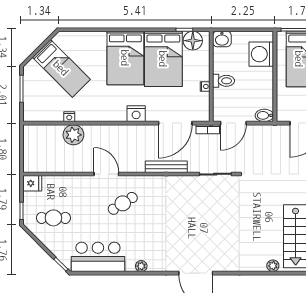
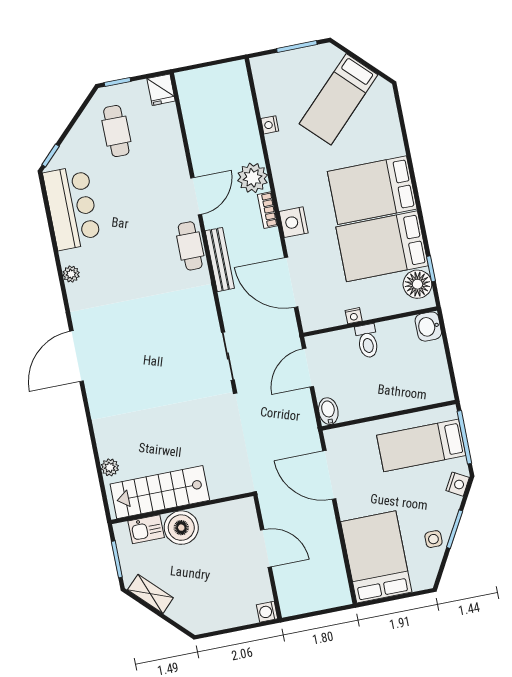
washing machine: (261, 54) -> (417, 389), removed
door: (233, 123) -> (308, 368), hinge flipped
bookcase: (208, 129) -> (267, 210), moved
plant: (73, 135) -> (253, 178), moved
bench: (166, 167) -> (220, 260), moved
cafe table: (123, 203) -> (190, 246), moved, turned 32

